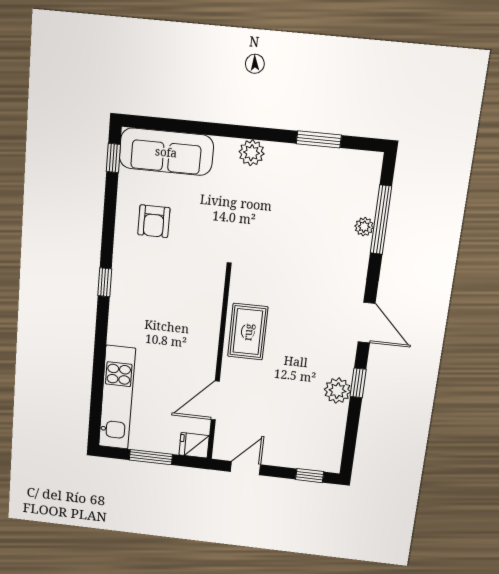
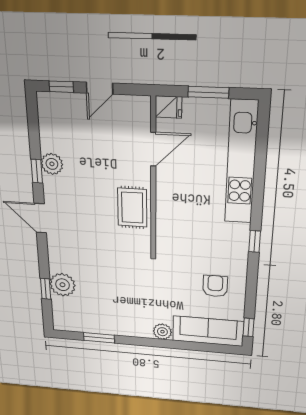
plant: (252, 153) -> (162, 332), moved
window: (381, 220) -> (46, 289), width x0.46
plant: (364, 227) -> (62, 285), width x1.88, depth x1.88
kitchen unit: (117, 398) -> (241, 163), width x1.36
door: (245, 468) -> (100, 88), moved

